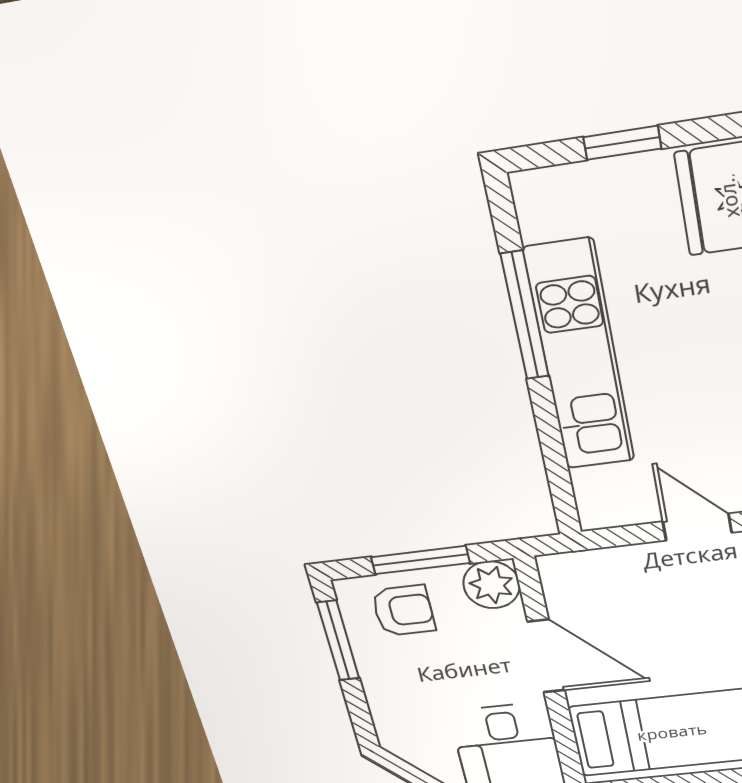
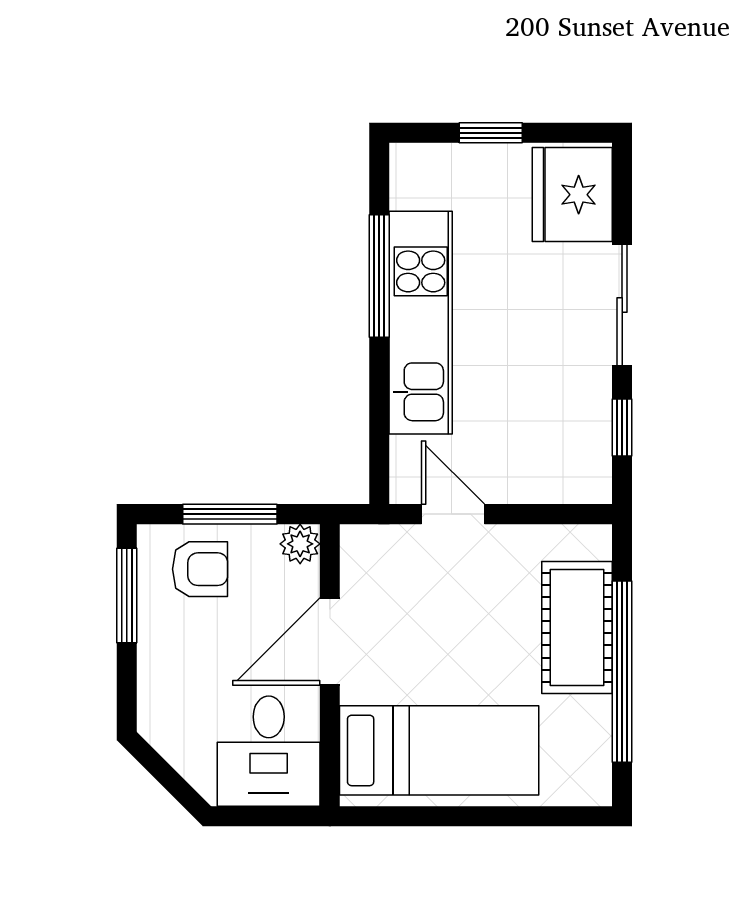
door: (697, 527) -> (453, 514), moved
plant: (491, 585) -> (300, 544), width x0.73, depth x0.73
door: (546, 656) -> (330, 641), swing flipped

